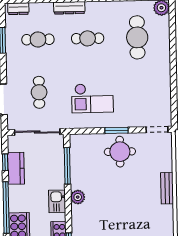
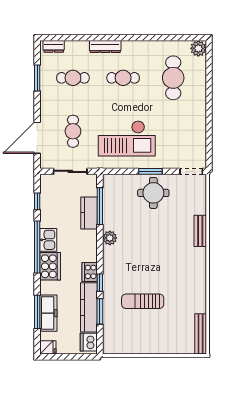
checkout: (92, 98) -> (127, 138), width x1.36, depth x1.21
sliding door: (37, 132) -> (70, 171), width x0.73
kitchen counter: (16, 168) -> (89, 213), moved, turned 180
kitchen sink: (57, 201) -> (48, 240), moved, turned 180

